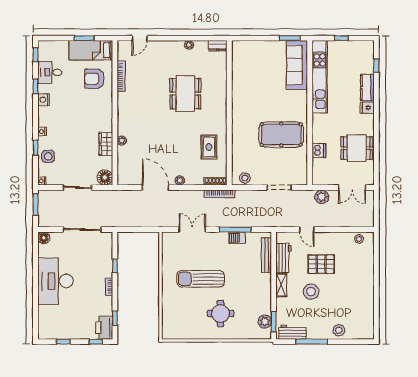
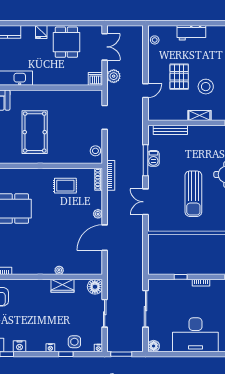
fridge: (367, 108) -> (41, 32), moved
pool table: (281, 135) -> (35, 132), moved
dishwasher: (319, 150) -> (95, 79), moved
workbench: (284, 258) -> (191, 33), moved, turned 180

